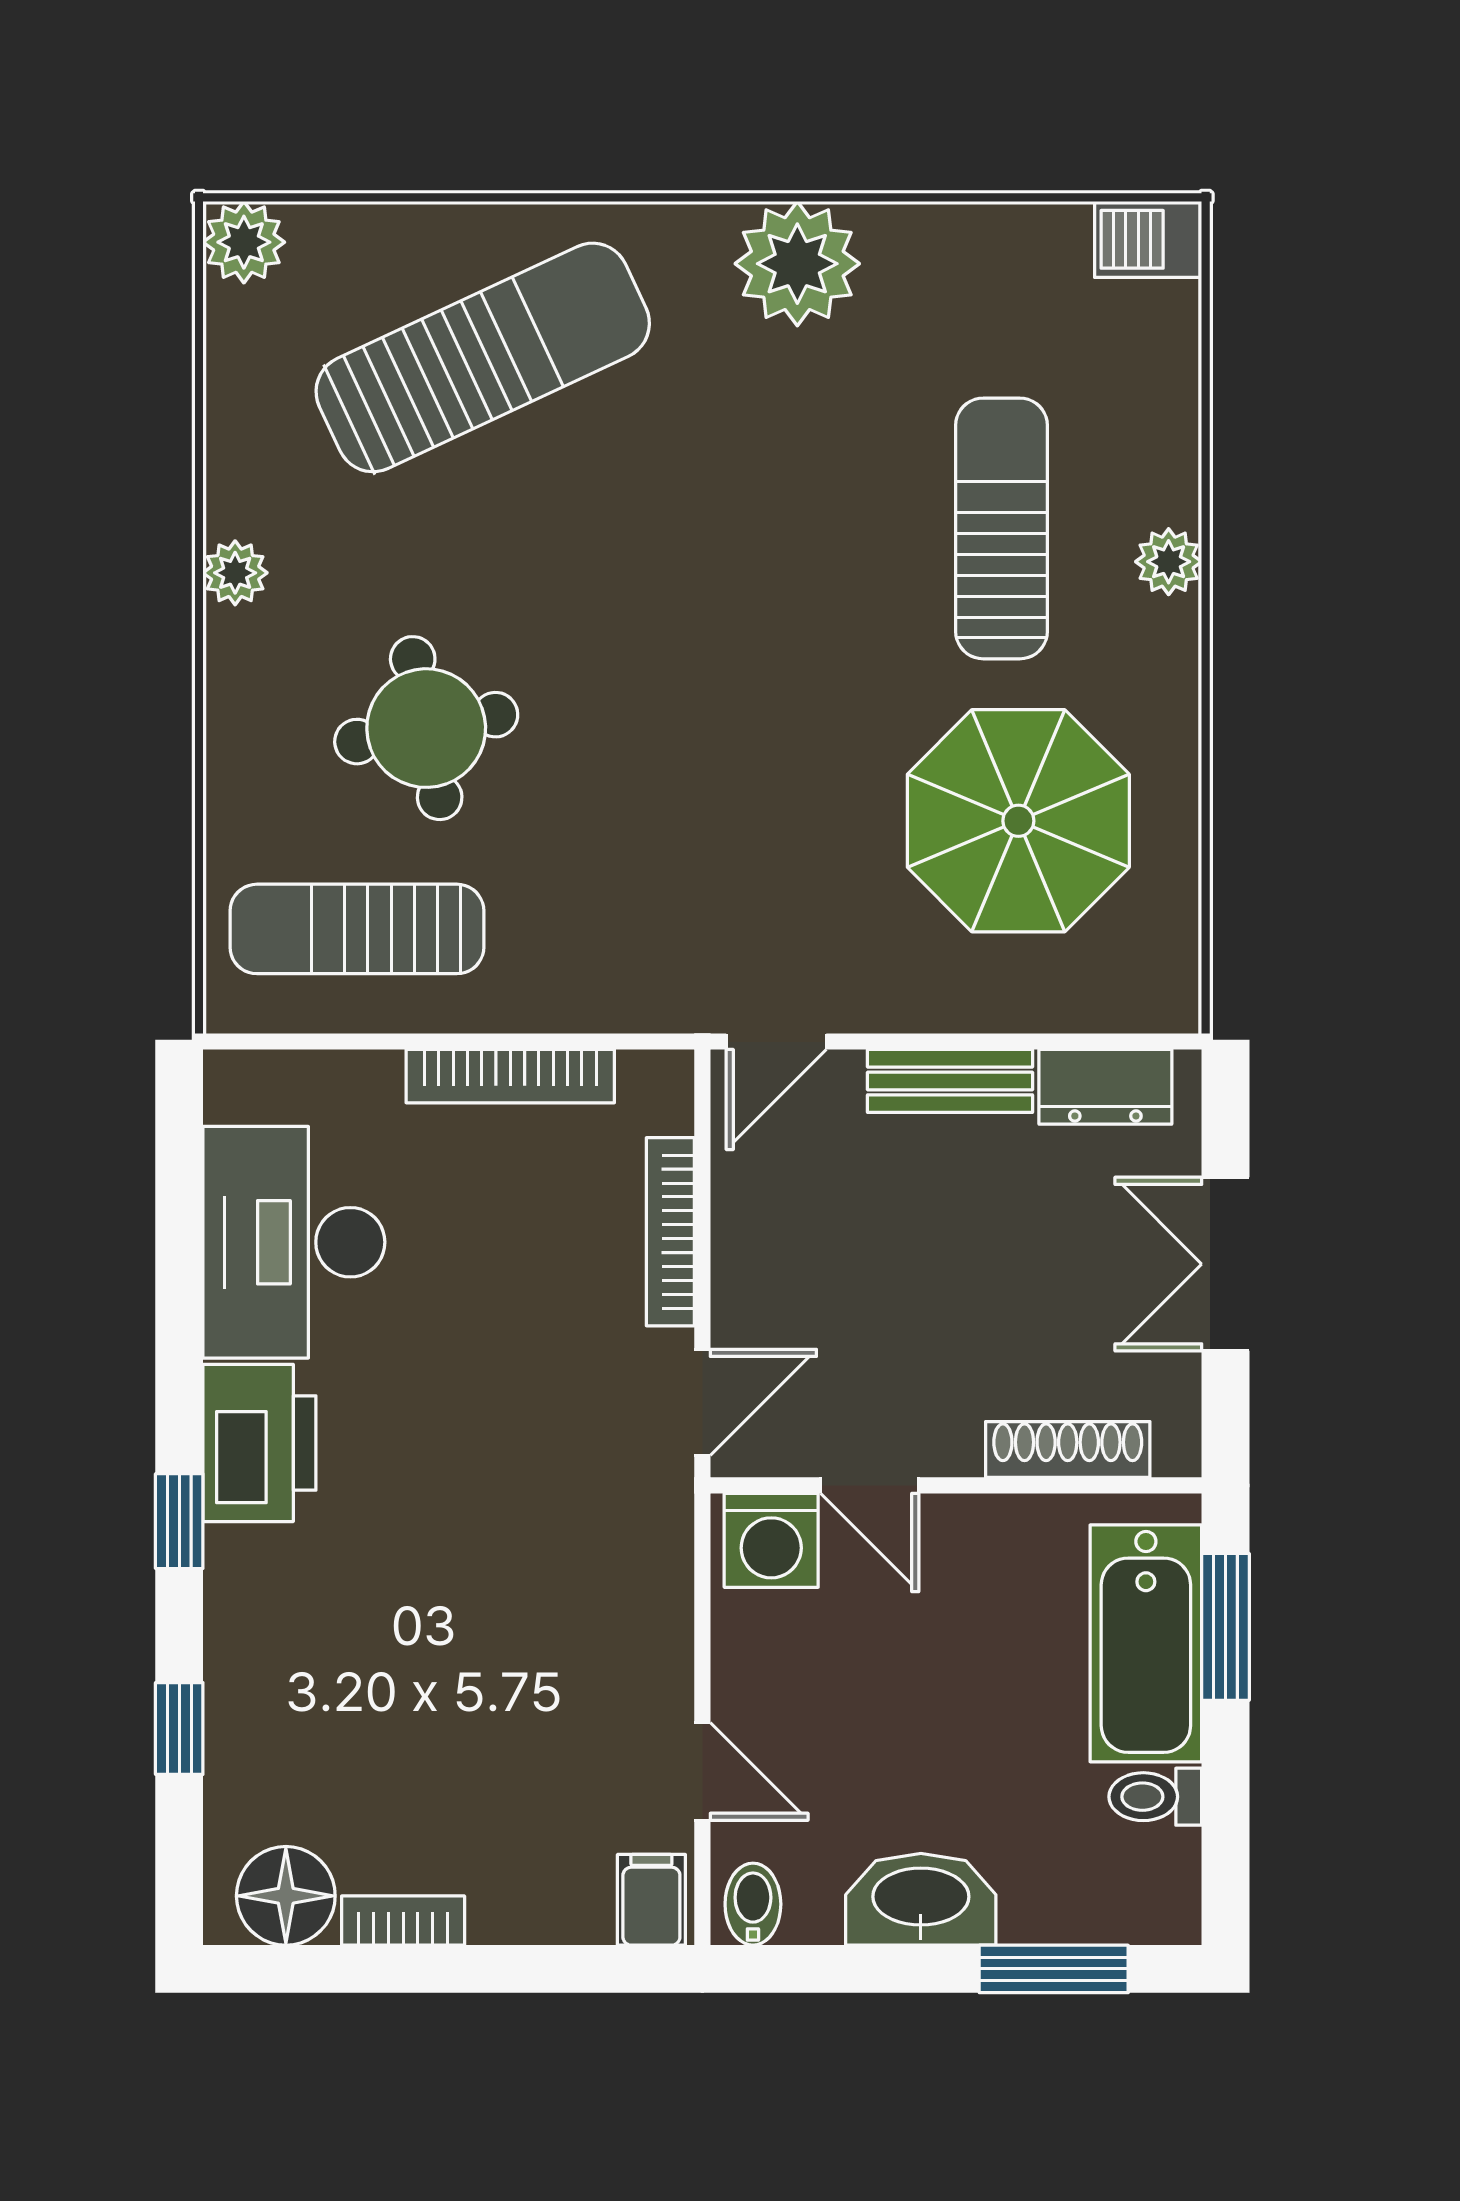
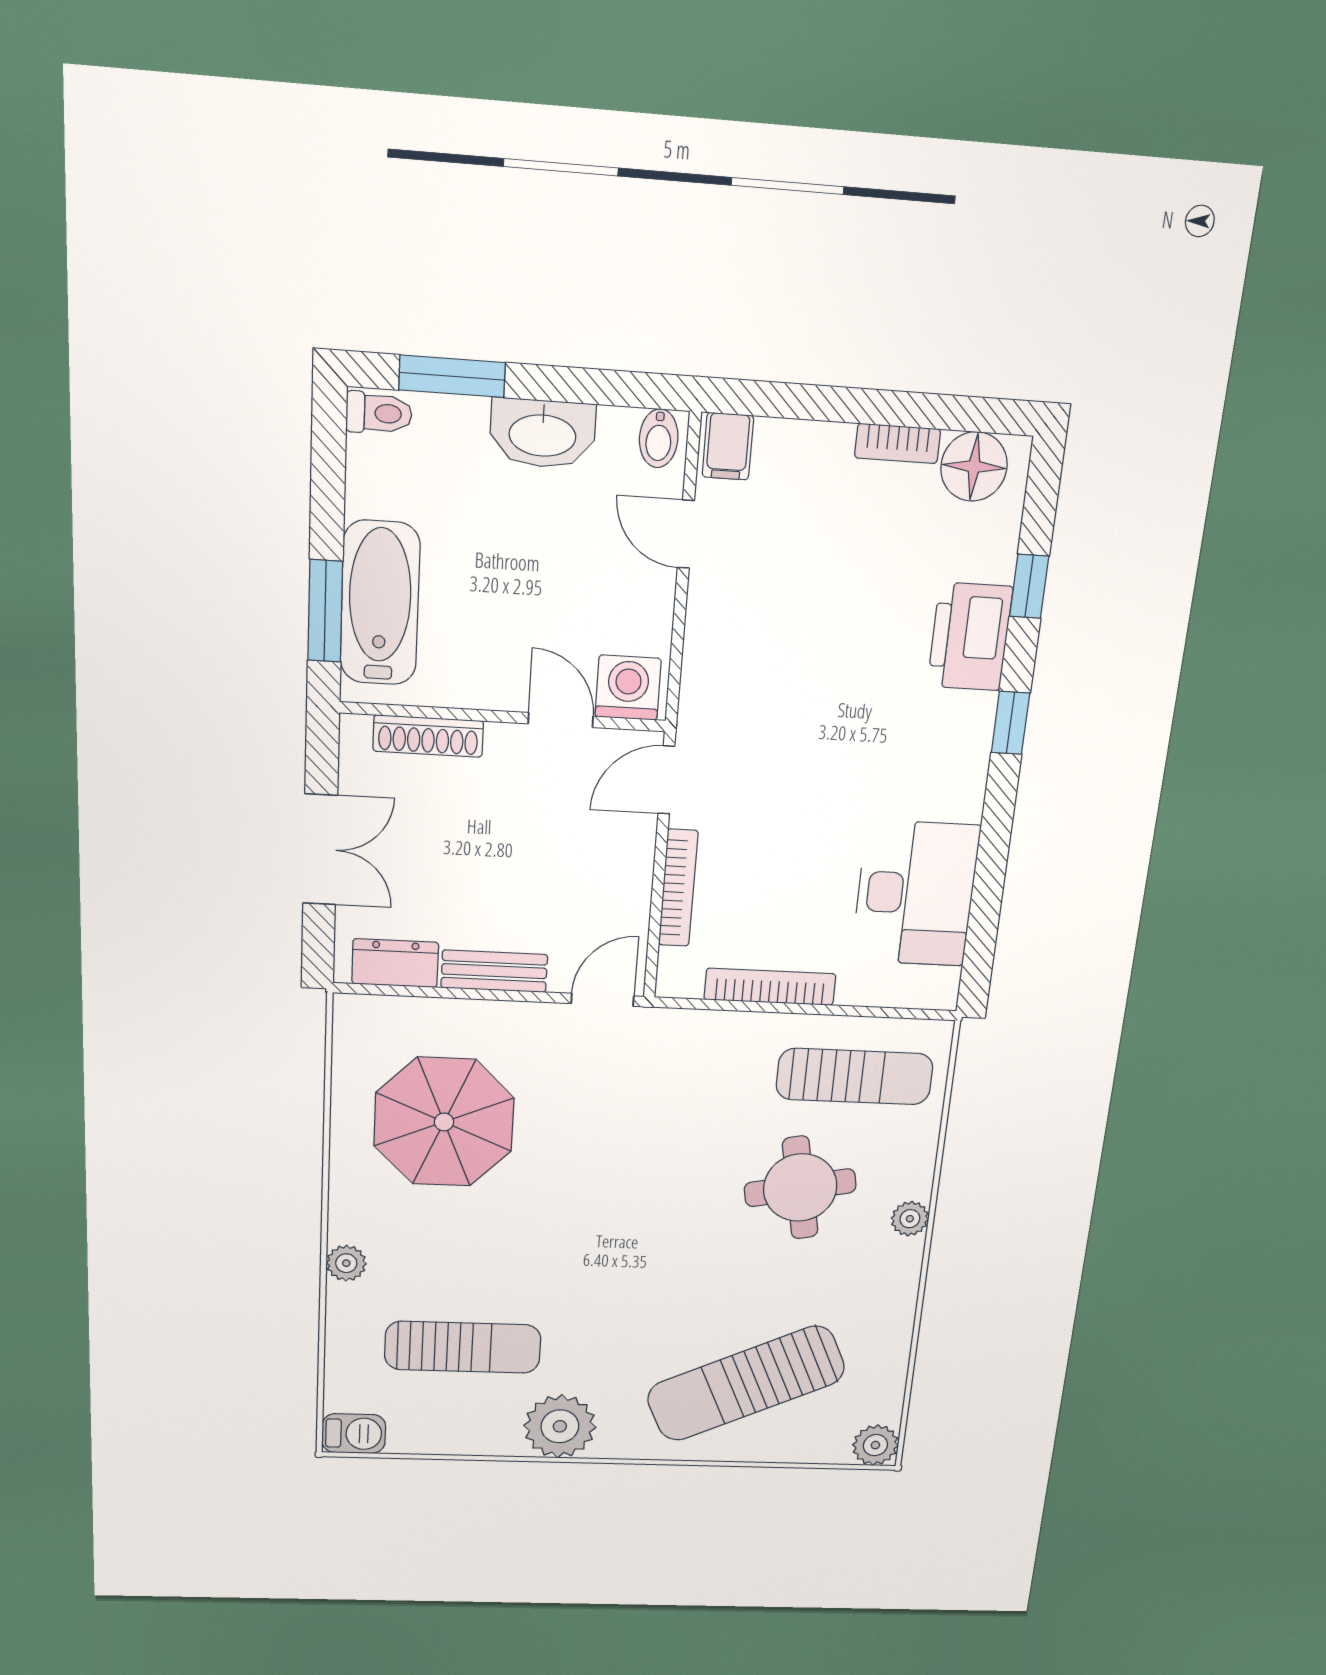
sun lounger: (1002, 528) -> (463, 1347), moved, turned -90
plant: (235, 573) -> (910, 1219), moved
printer: (259, 1443) -> (970, 637), moved
toilet: (1155, 1797) -> (379, 413), moved

